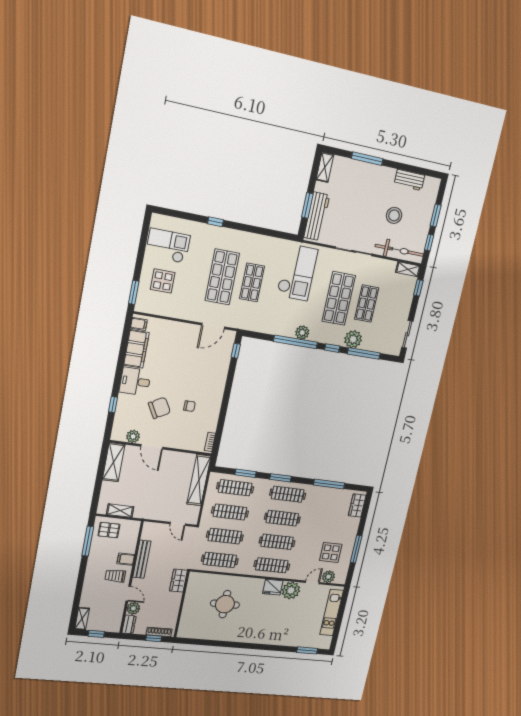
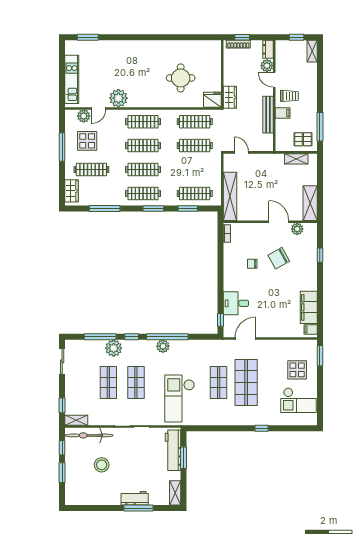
workbench: (409, 180) -> (135, 498), moved
shop shelf: (339, 298) -> (136, 383), width x0.70, depth x0.74
desk: (135, 381) -> (236, 303), moved, turned 180
clothes rail: (230, 512) -> (91, 170), moved
fridge: (273, 587) -> (212, 100), moved

